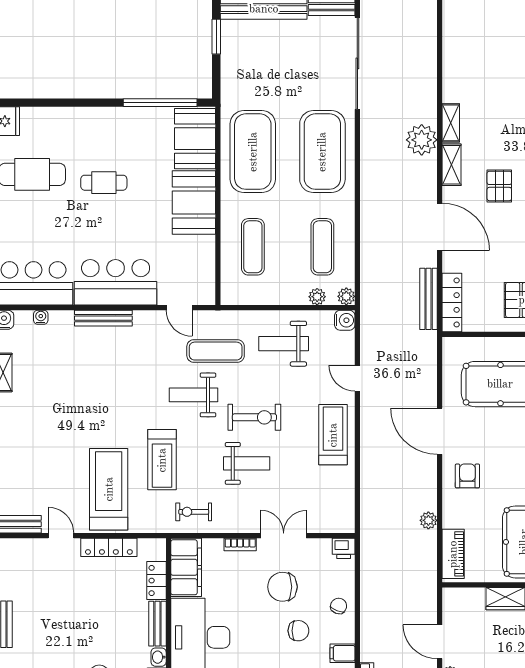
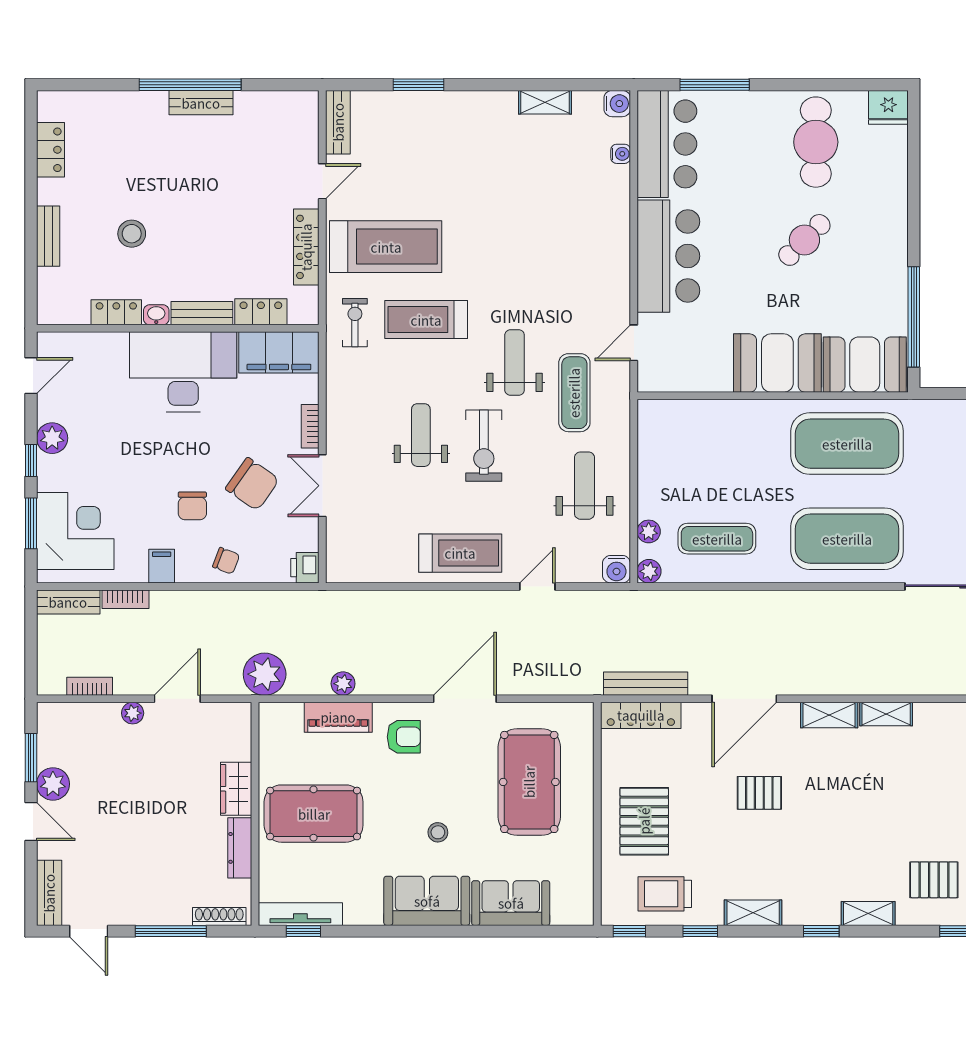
plant: (422, 140) -> (265, 674), moved
cafe table: (104, 183) -> (804, 240), turned 45
pallet: (499, 186) -> (759, 793), moved
exercise mat: (253, 247) -> (717, 444), removed
bench: (103, 318) -> (619, 239), removed
weight bench: (247, 463) -> (421, 435), turned 180
exercise bike: (194, 512) -> (355, 323), moved
double door: (284, 536) -> (322, 486), swing flipped
piano: (453, 554) -> (338, 717), moved
chair: (282, 587) -> (252, 484), turned 125

